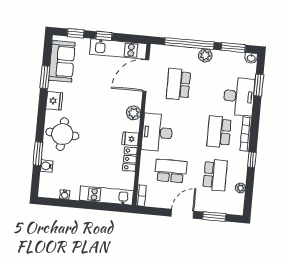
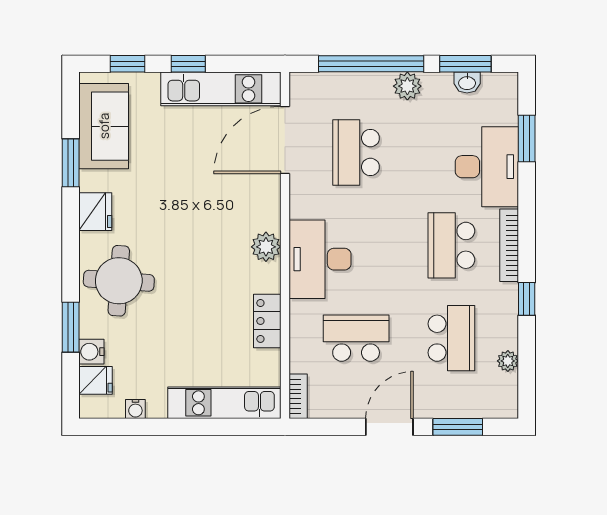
washbasin: (251, 58) -> (467, 83), moved
plant: (134, 113) -> (266, 247), moved
fridge: (130, 139) -> (95, 380), moved, turned 180

